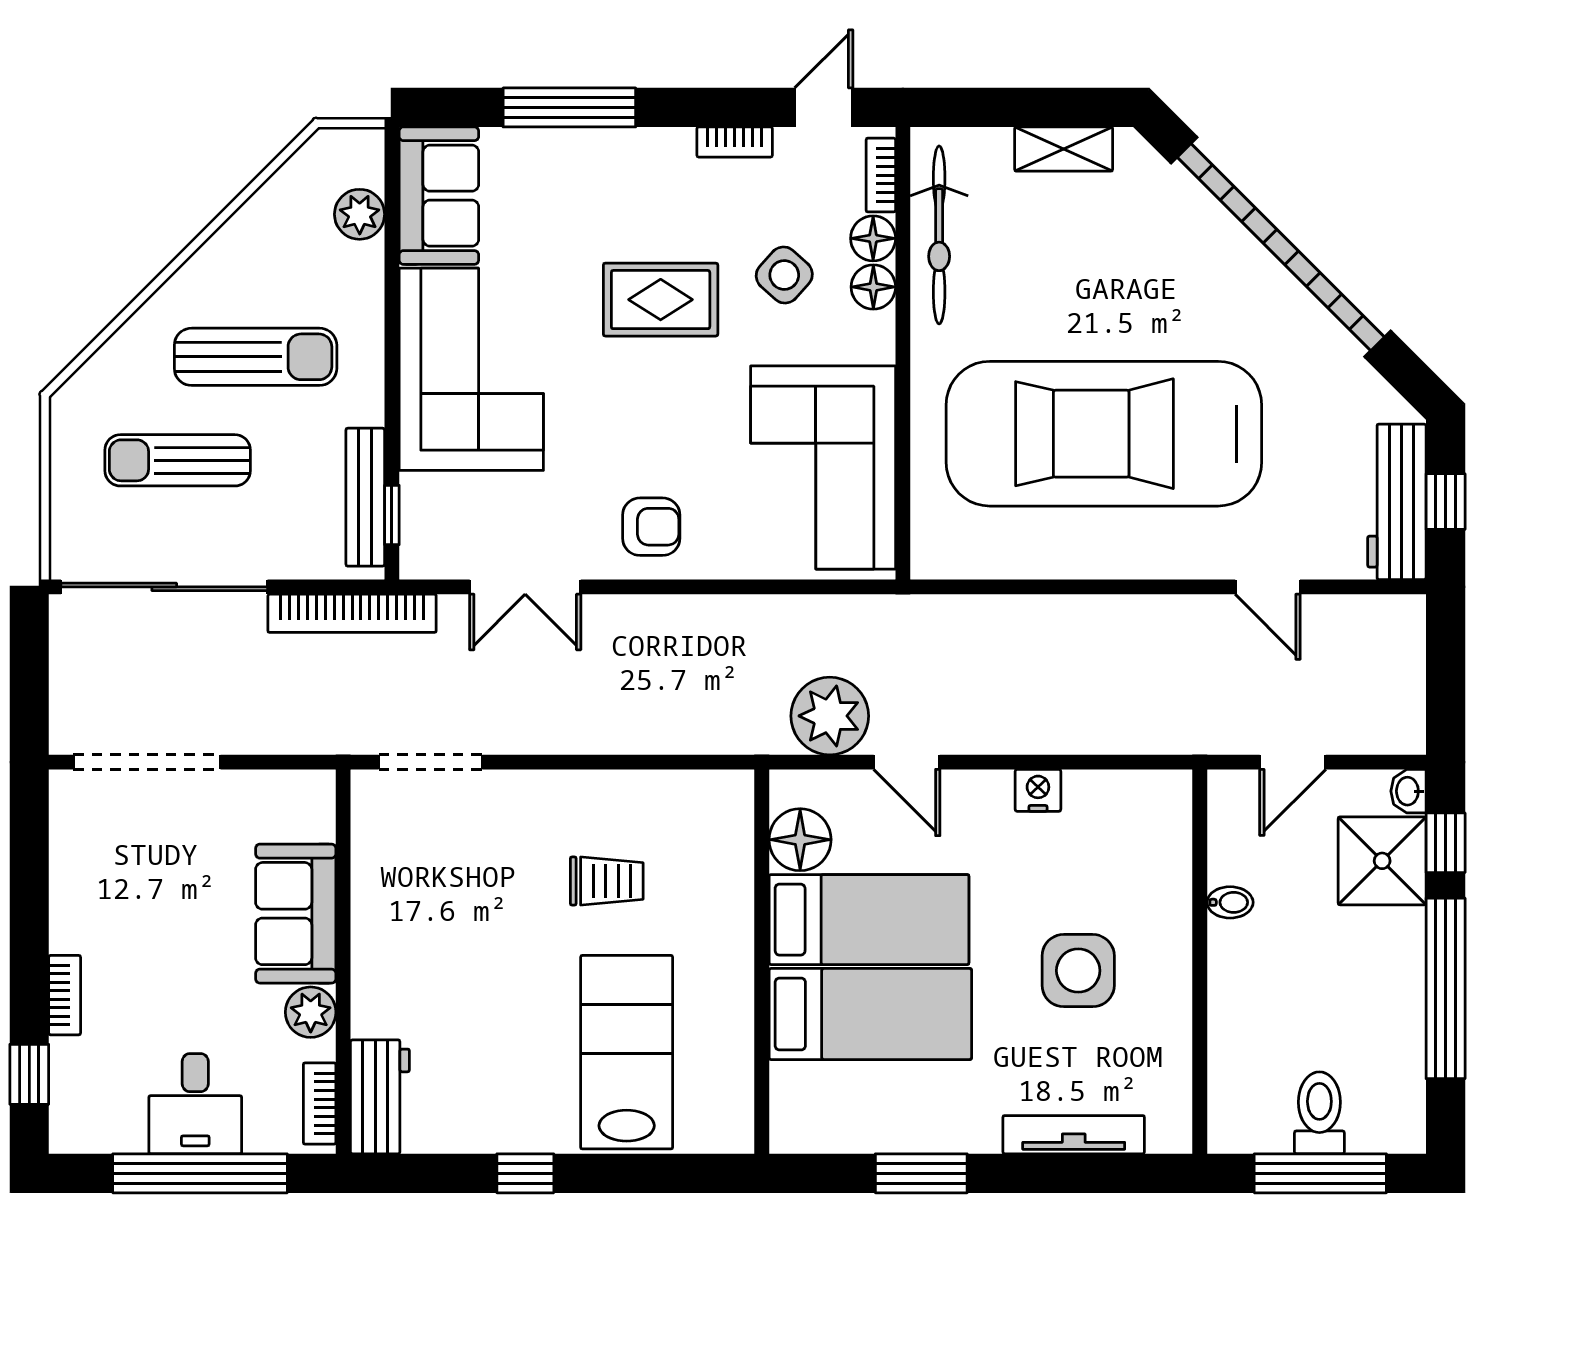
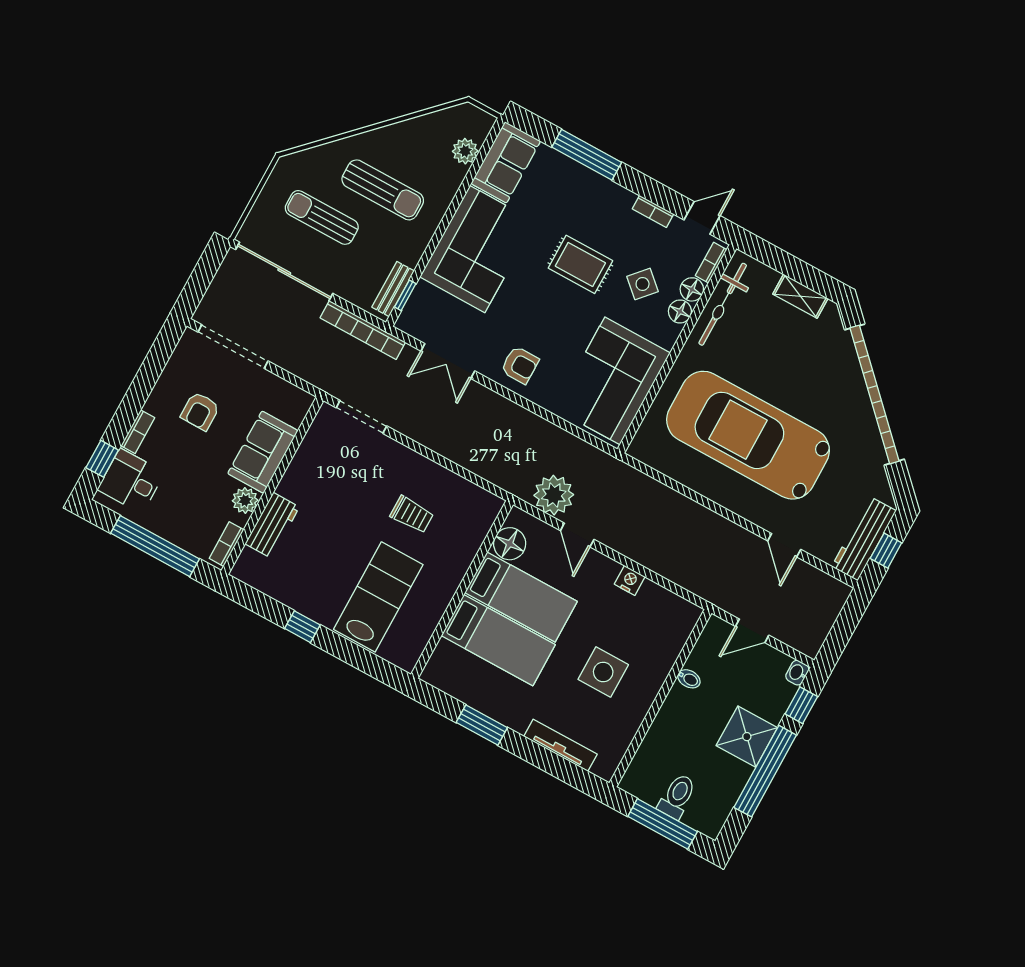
bench: (365, 497) -> (393, 289), width x0.73
shower: (1382, 861) -> (747, 737), moved
armchair: (151, 902) -> (200, 411), added
workbench: (380, 1097) -> (272, 525), moved
desk: (195, 1104) -> (131, 481), moved, turned 90

